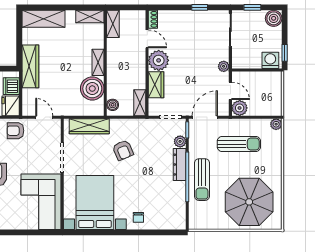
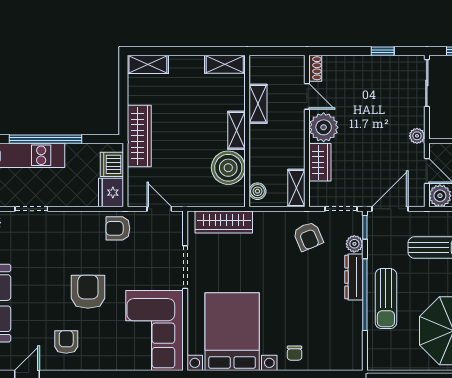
shelving: (43, 19) -> (148, 64), width x0.67, depth x0.75
shelving: (113, 24) -> (258, 104), moved
armchair: (123, 150) -> (308, 236), moved

